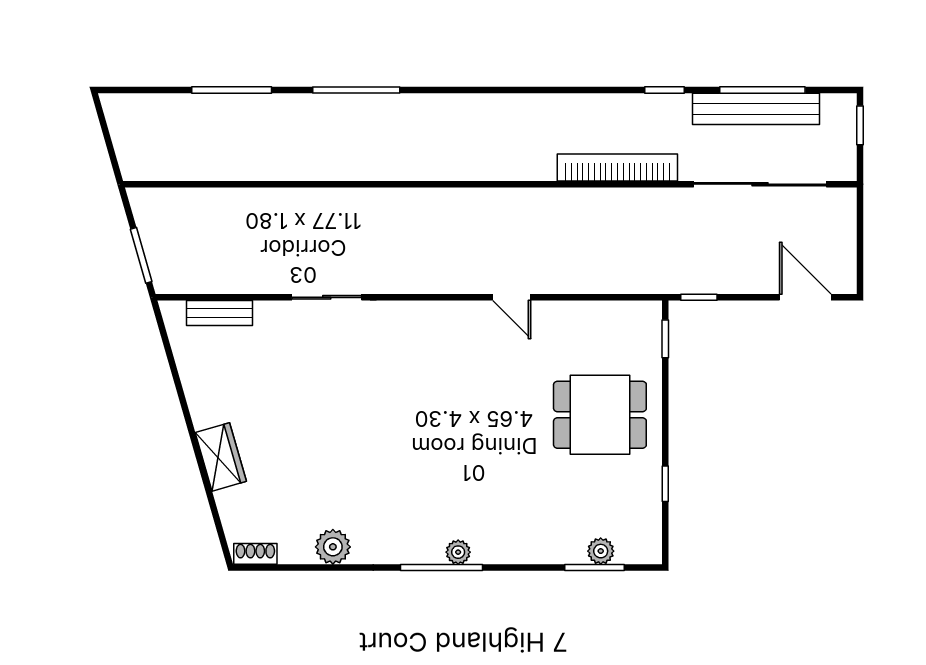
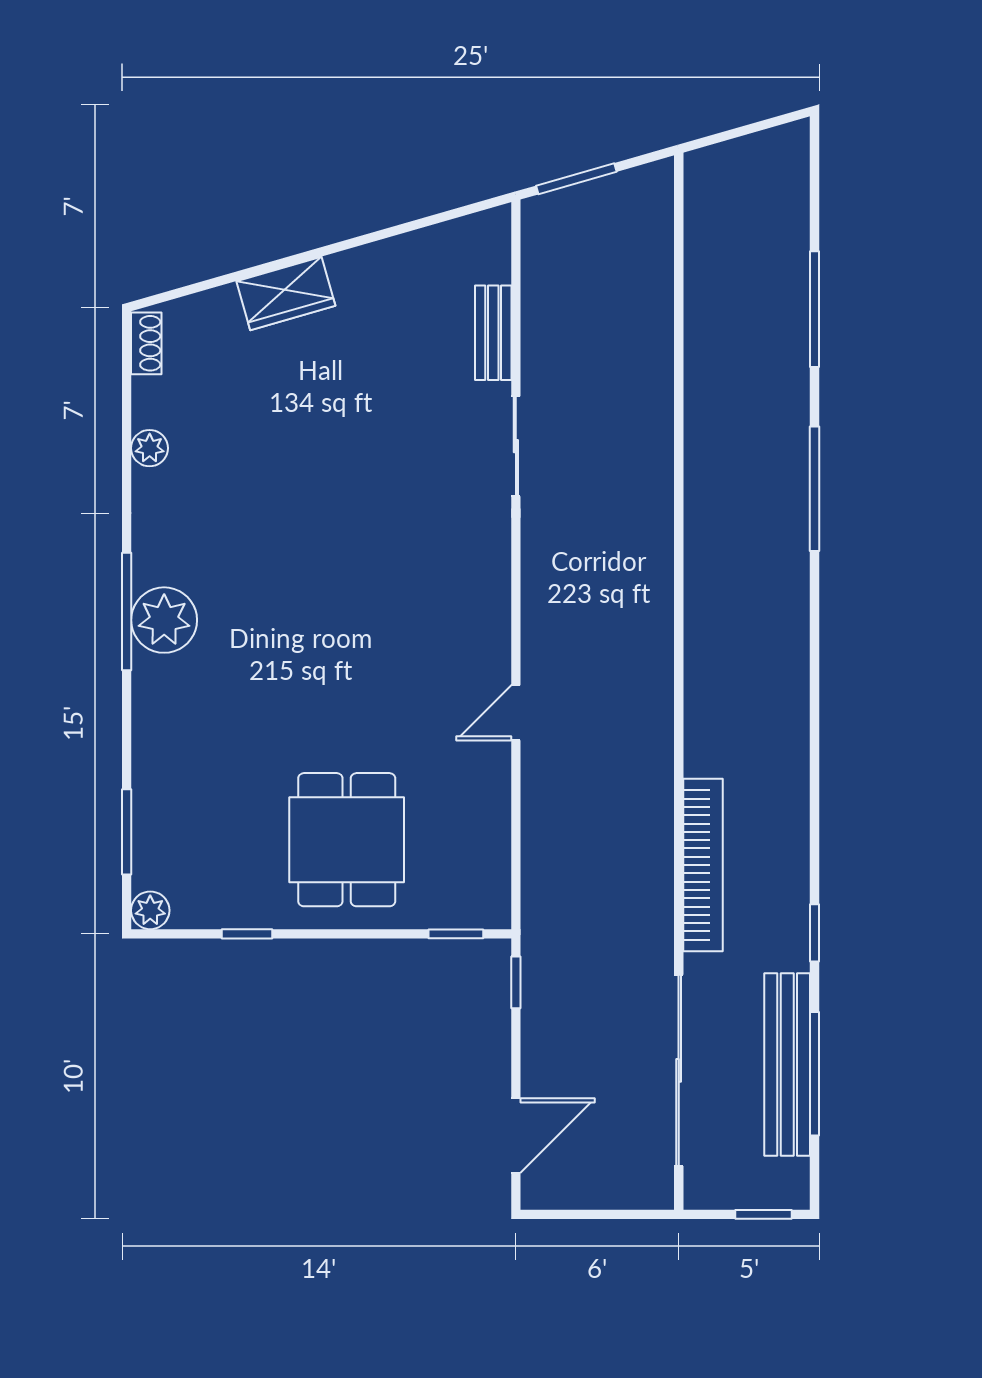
bench: (220, 313) -> (493, 333), moved
plant: (333, 547) -> (150, 448), width x0.73, depth x0.73
plant: (601, 551) -> (150, 910), moved
plant: (458, 552) -> (164, 620), width x1.88, depth x1.88

